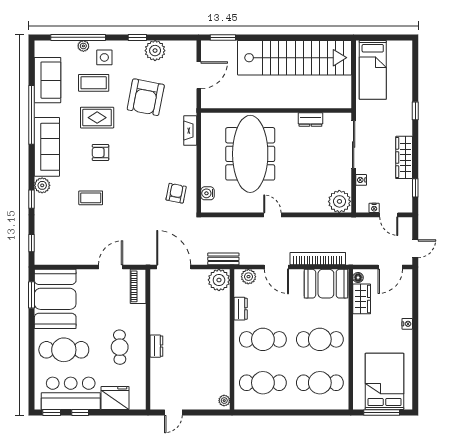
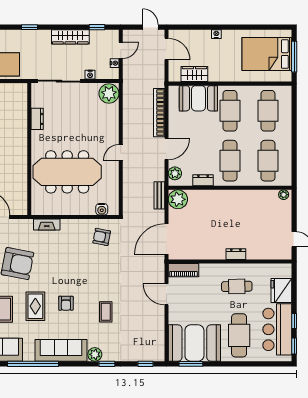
floor lamp: (358, 278) -> (176, 77), removed
booth: (326, 284) -> (198, 98), moved, turned 90

